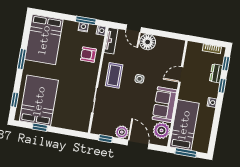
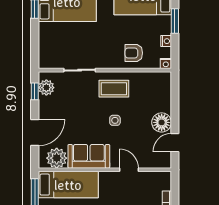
window: (86, 20) -> (175, 21), moved
door: (133, 29) -> (175, 143), moved
tv unit: (111, 41) -> (155, 78), removed
armchair: (88, 55) -> (134, 53), turned -90
plant: (122, 132) -> (46, 88), moved

